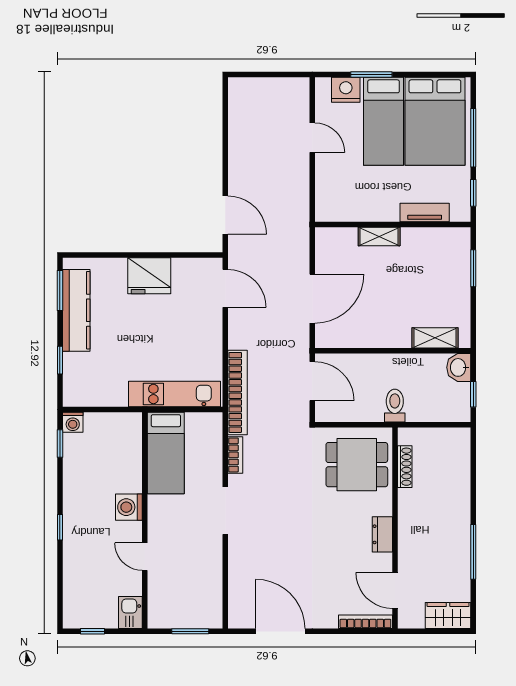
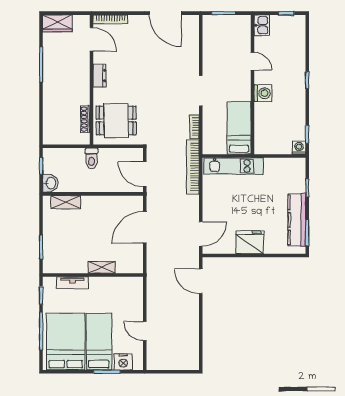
door: (225, 288) -> (201, 234), swing flipped

